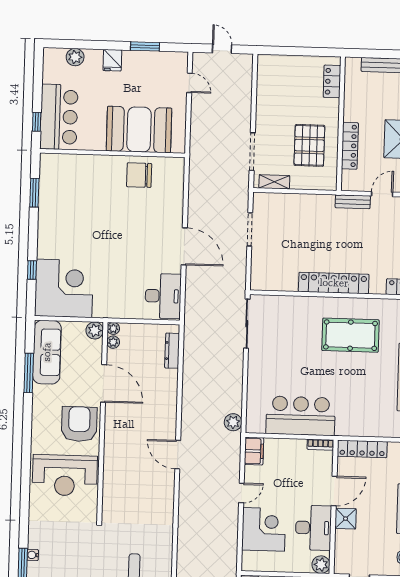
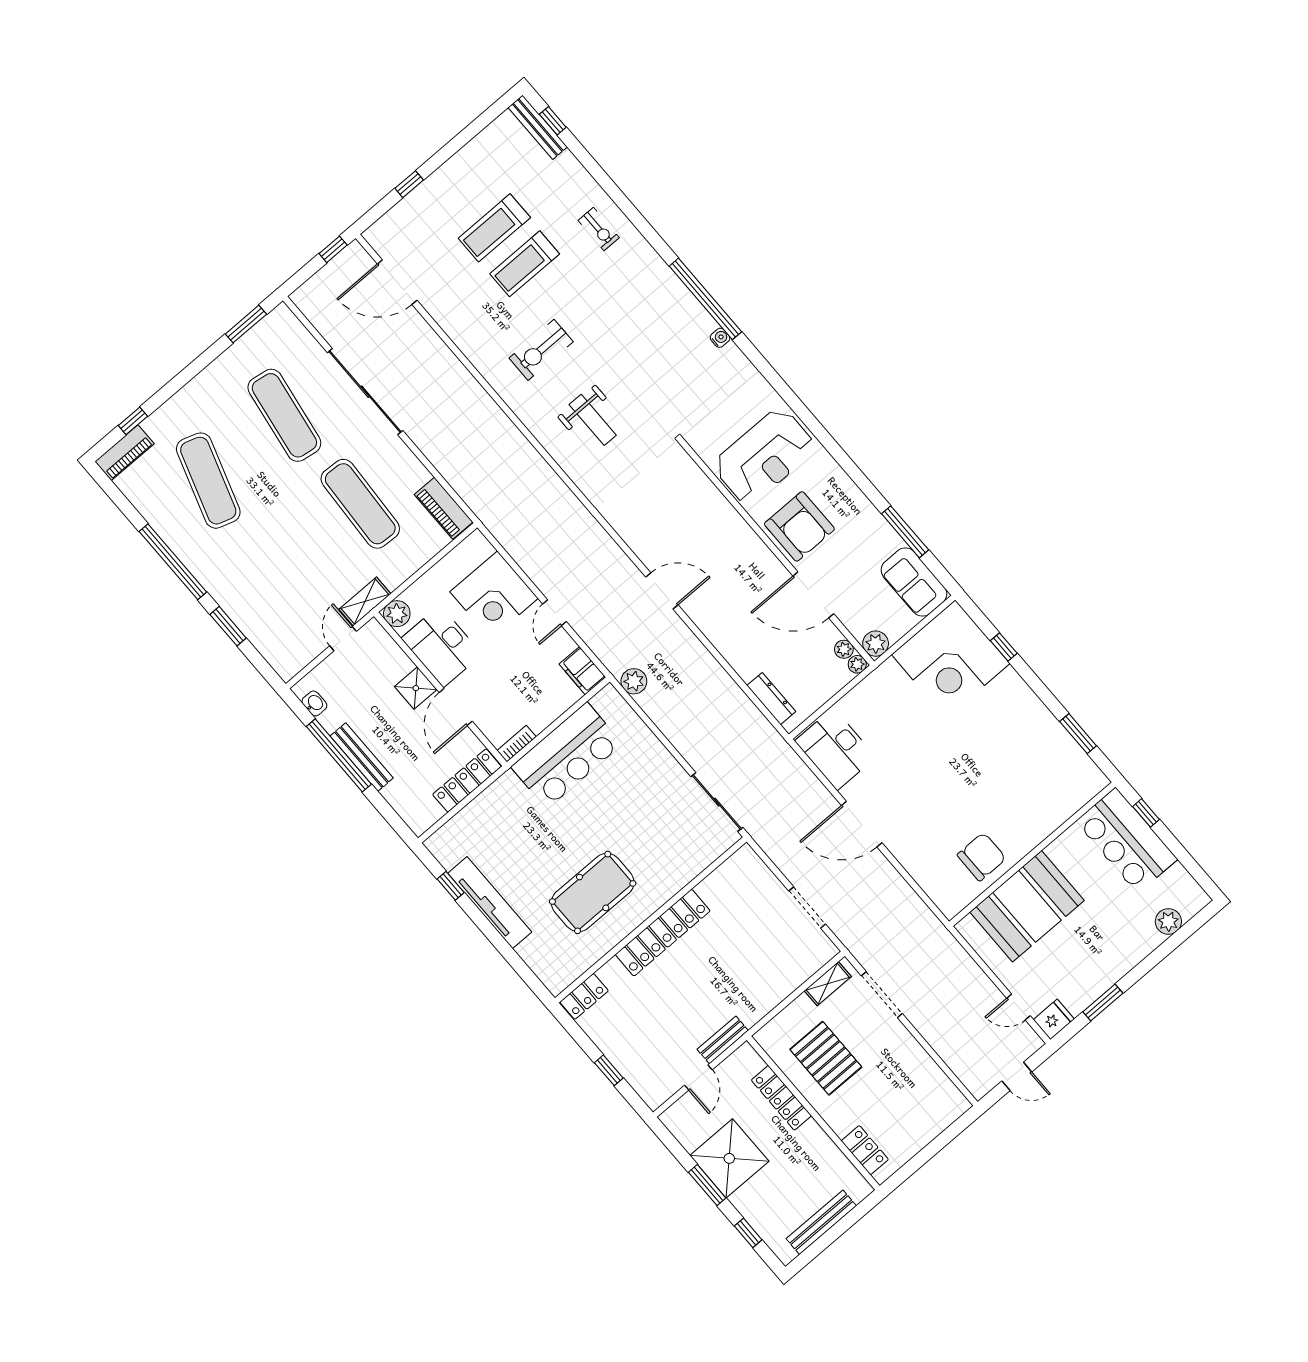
fridge: (112, 60) -> (1054, 1019), moved, turned 90
sofa: (47, 352) -> (914, 582), width x0.73
reception desk: (65, 475) -> (764, 456), turned 180

